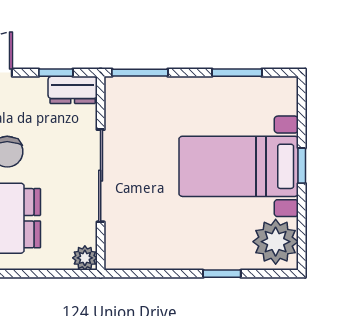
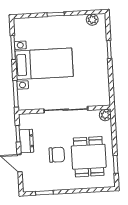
dresser: (73, 90) -> (27, 141), moved
bed with nightstands: (239, 166) -> (44, 64), moved, turned -90
plant: (276, 242) -> (92, 20), width x0.53, depth x0.53

